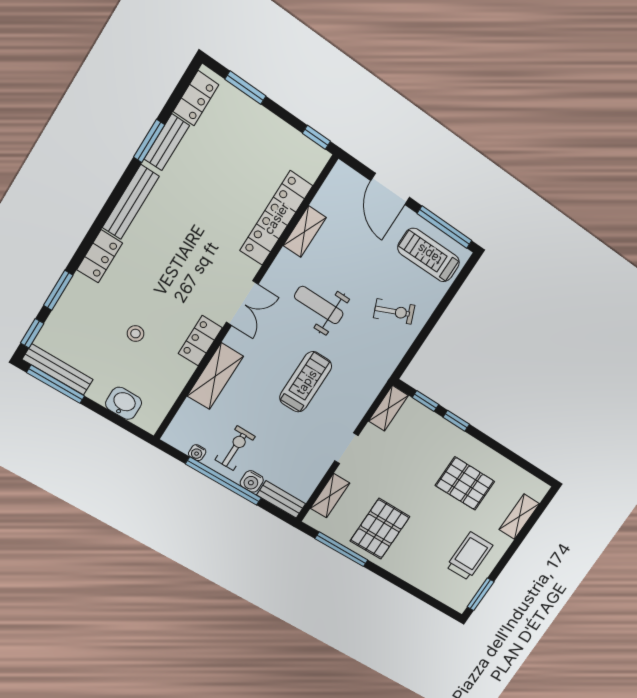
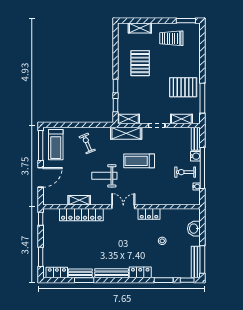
weight bench: (319, 305) -> (104, 176), turned 90
shelving: (215, 376) -> (126, 133), moved

